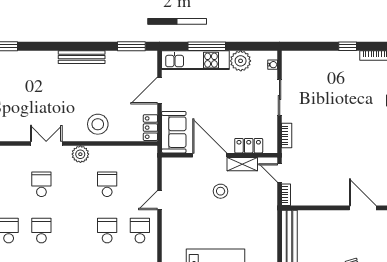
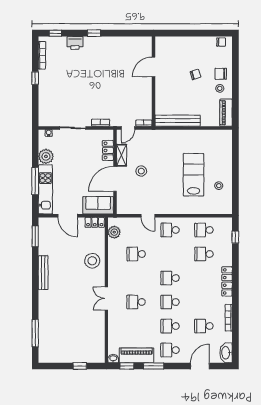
plant: (80, 154) -> (114, 232), moved
school desk: (107, 231) -> (170, 278), moved

